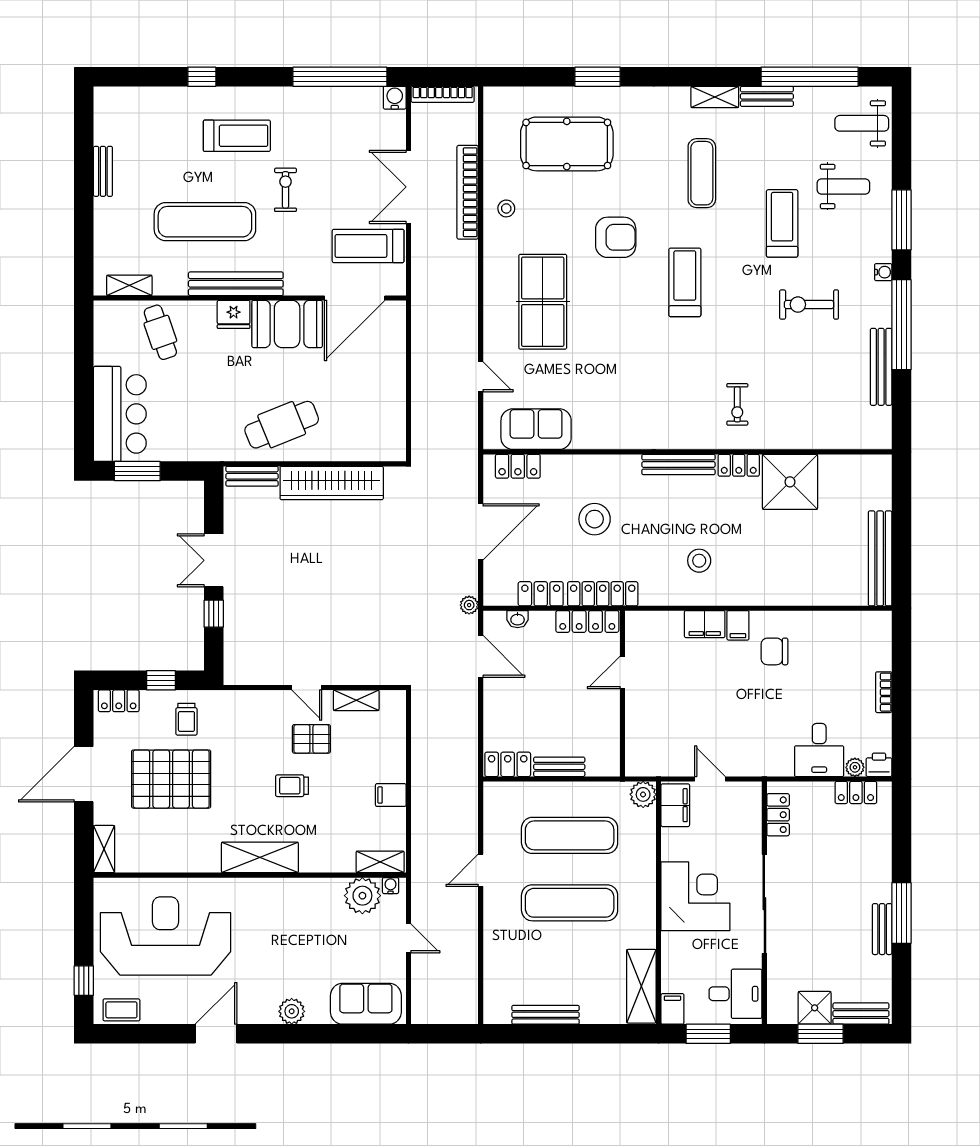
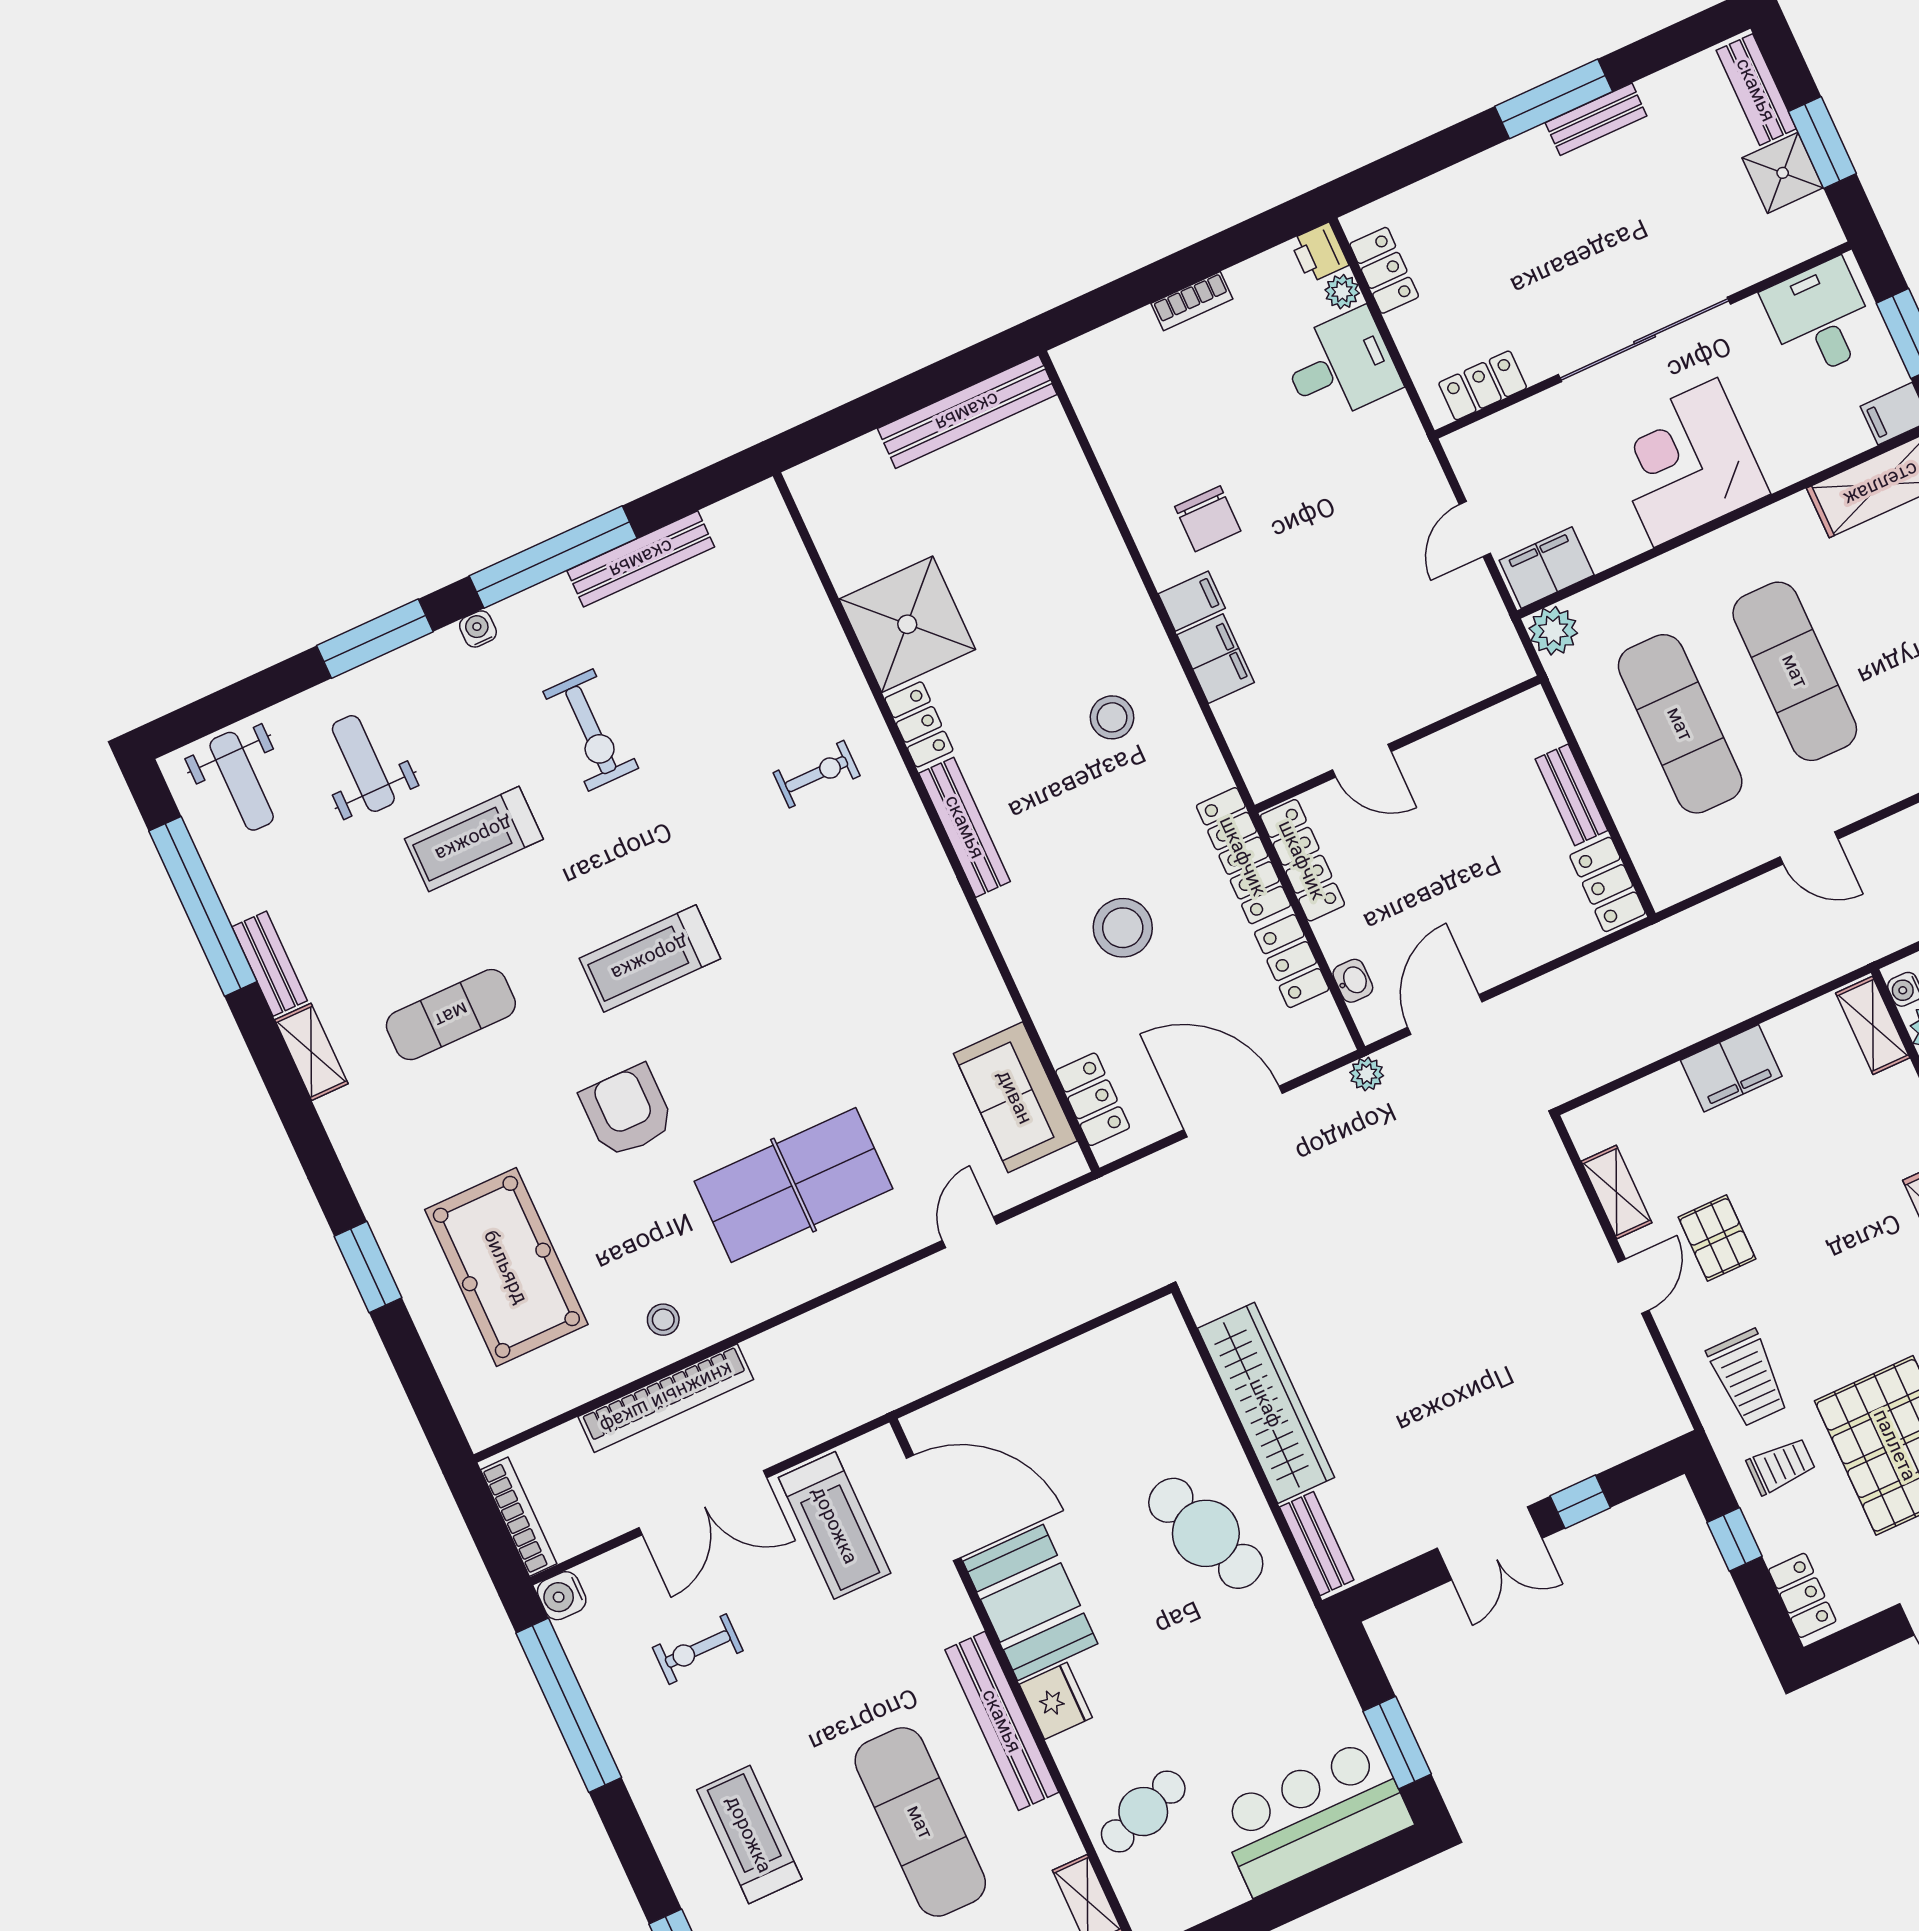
exercise bike: (285, 190) -> (698, 1649), moved
trolley: (292, 786) -> (1748, 1378), moved, width x1.36, depth x1.39
filing cabinet: (391, 795) -> (1731, 1068), width x2.00

